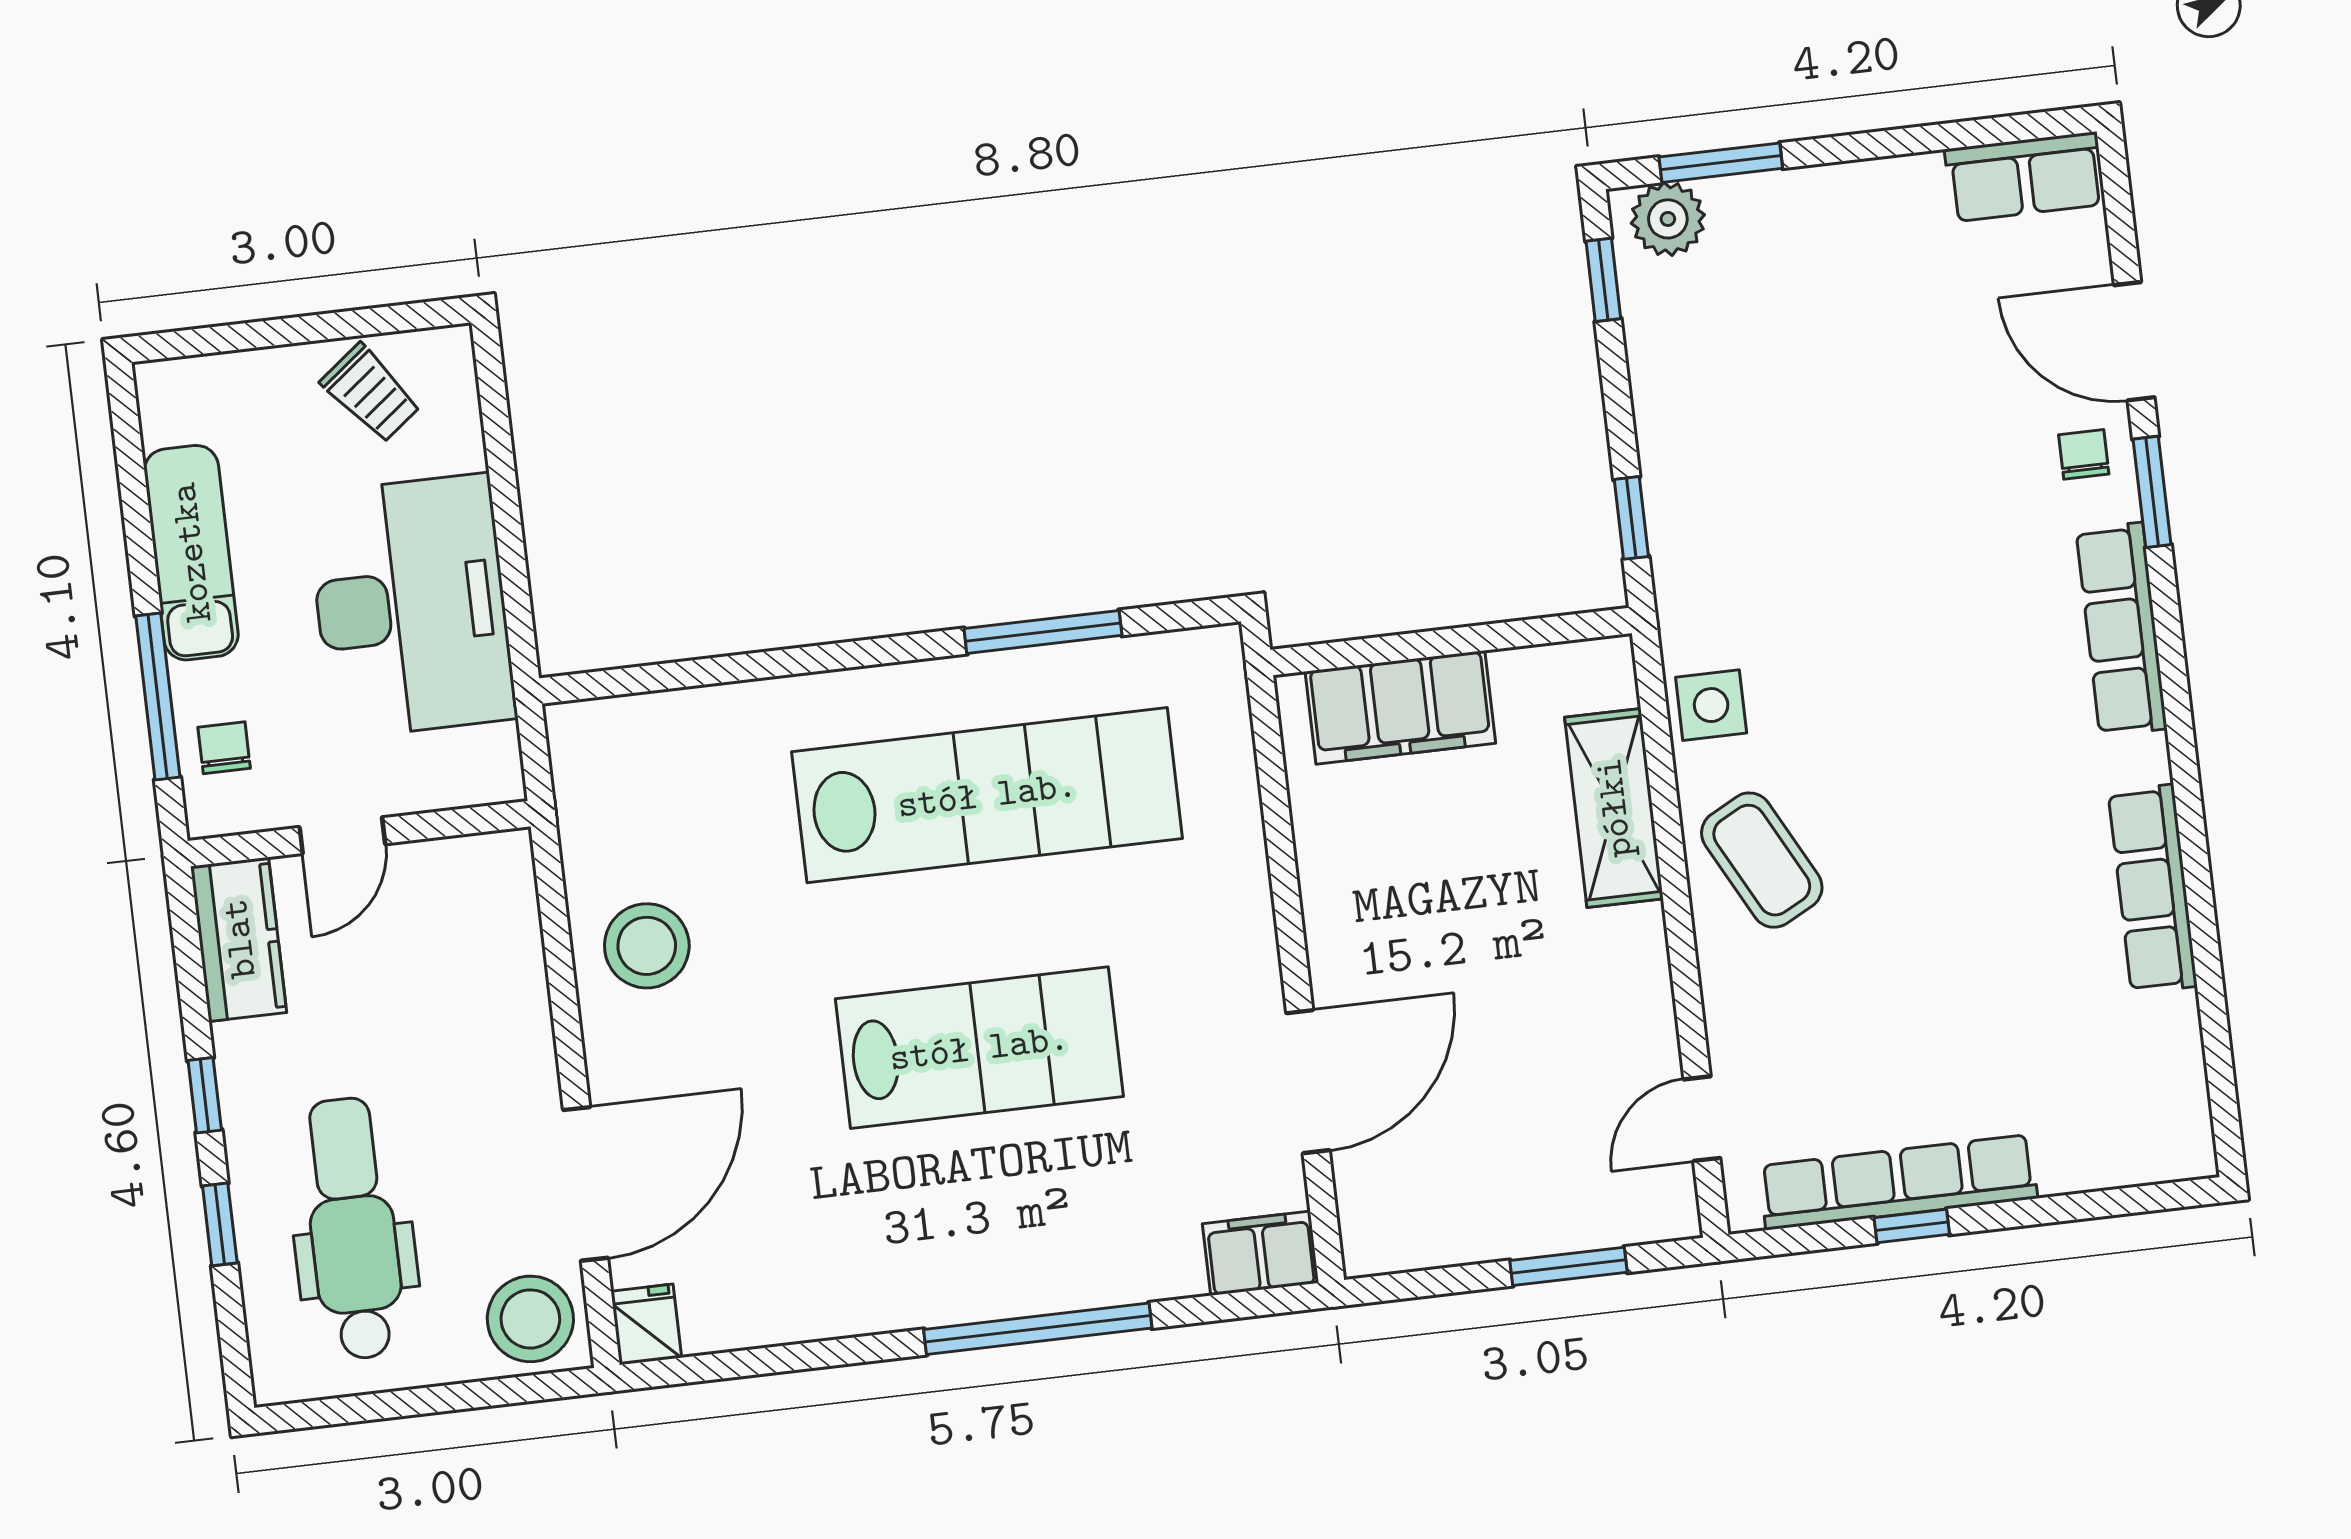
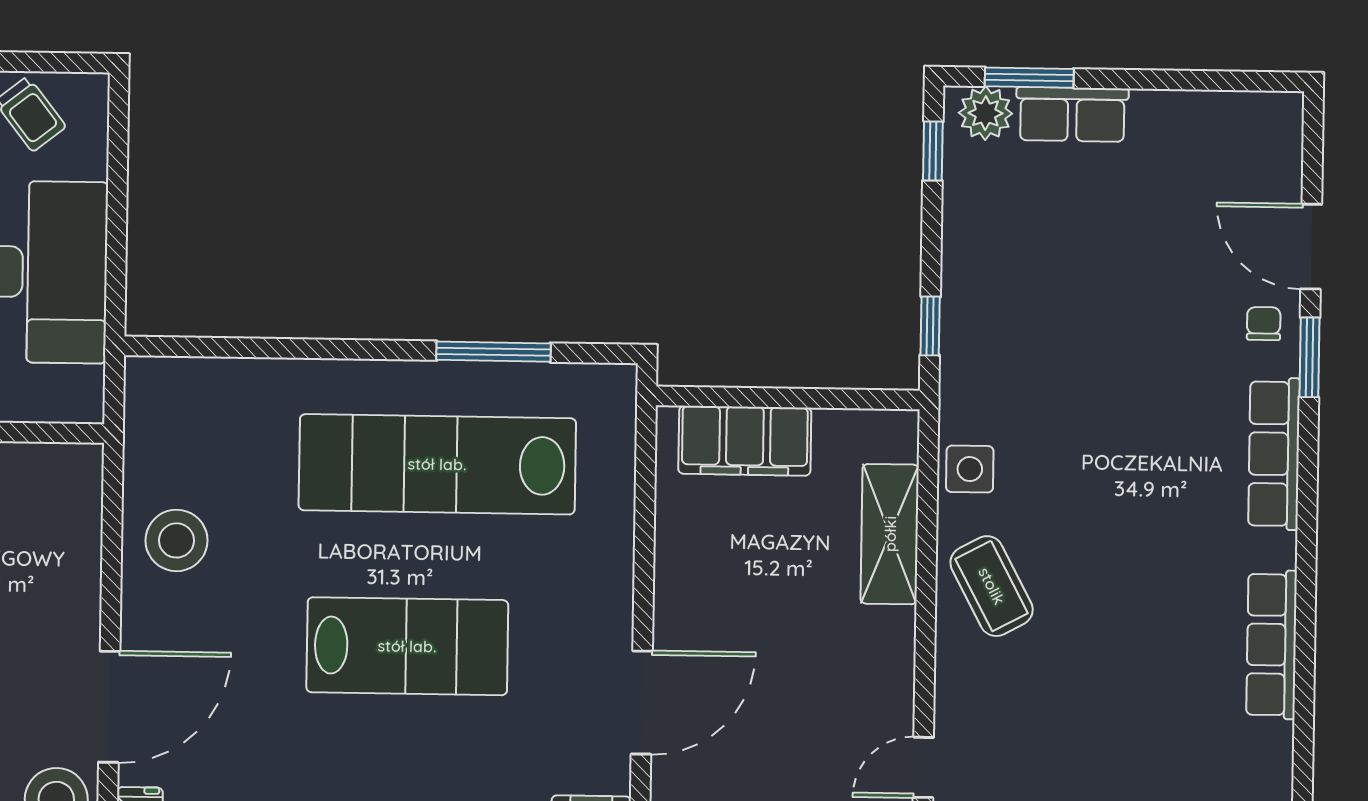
row of seats: (2025, 177) -> (1072, 114), moved
lab bench: (987, 795) -> (437, 464), turned 180

